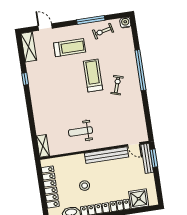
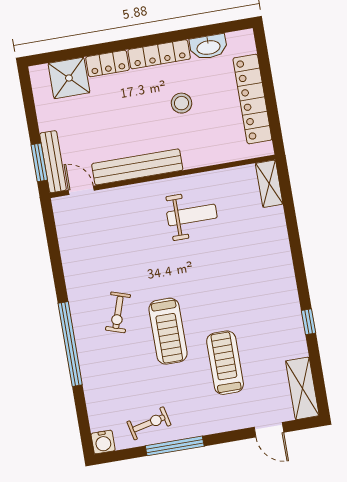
treadmill: (70, 48) -> (225, 363), moved, turned 90

